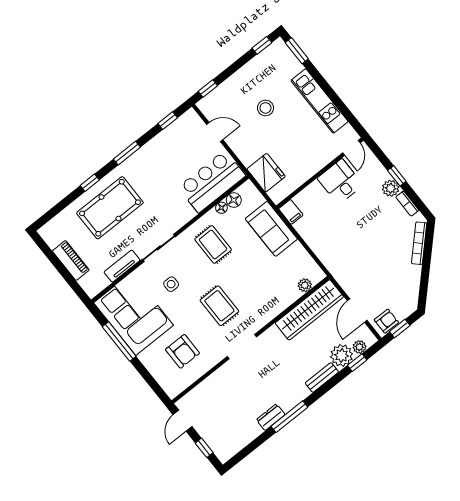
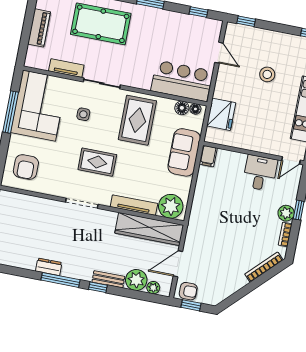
floor lamp: (221, 208) -> (195, 109), moved
rug: (213, 244) -> (137, 120), width x1.36, depth x1.43
plant: (305, 285) -> (171, 206), width x1.87, depth x1.87
rug: (219, 306) -> (97, 162), turned 90
tv unit: (279, 306) -> (134, 205), added
armchair: (182, 351) -> (26, 167), moved
window: (357, 363) -> (98, 287), moved

